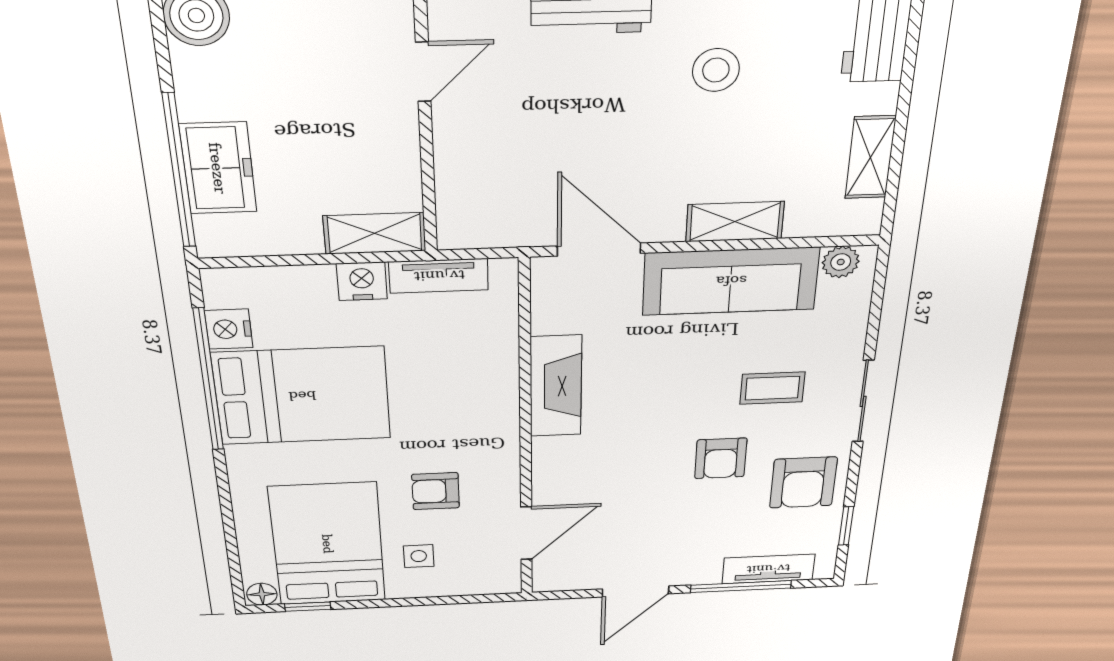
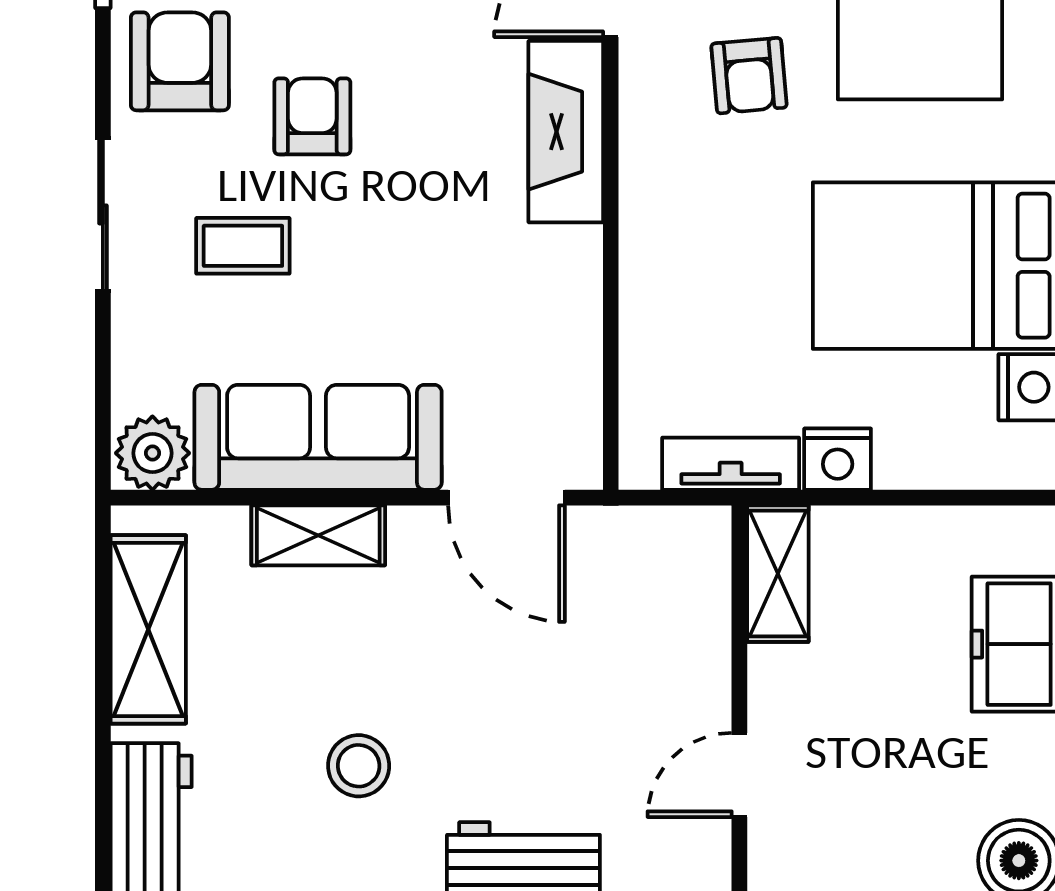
shelving: (870, 157) -> (148, 629), width x1.50, depth x1.33
shelving: (375, 233) -> (778, 574), moved, turned 90
plant: (841, 262) -> (152, 453), width x1.38, depth x1.38
fireplace: (556, 386) -> (566, 132), moved
armchair: (436, 491) -> (749, 76), turned 85

